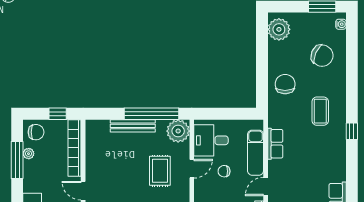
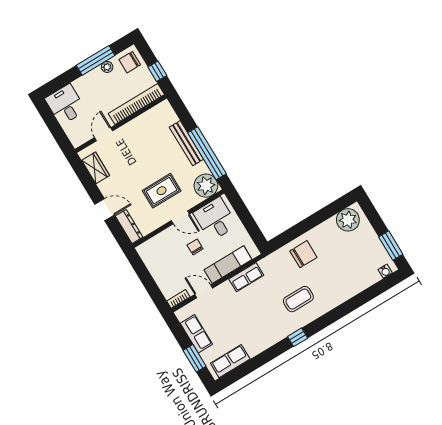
chair: (322, 56) -> (348, 271), removed
chair: (36, 132) -> (130, 62), turned 90

